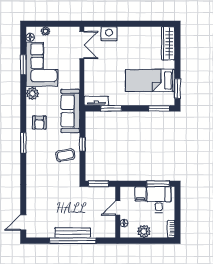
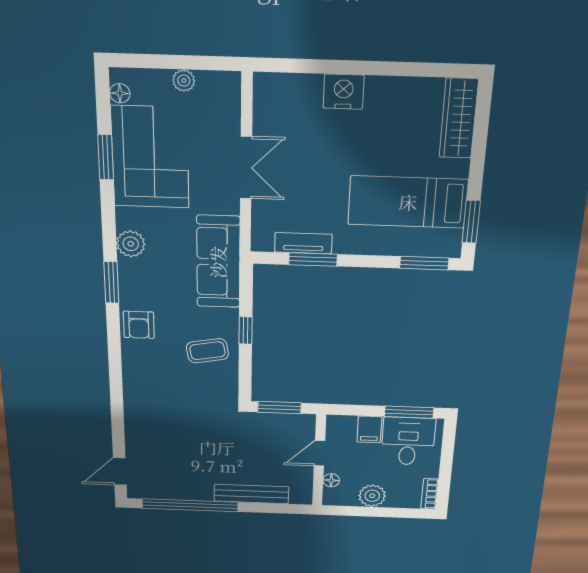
plant: (46, 31) -> (184, 81), moved
nightstand: (109, 34) -> (344, 92), moved
double door: (82, 45) -> (246, 168), moved
plant: (32, 93) -> (131, 244), moved
tv unit: (96, 101) -> (303, 243), moved
armchair: (39, 123) -> (139, 325), moved
window: (23, 143) -> (111, 283), moved
bench: (73, 233) -> (251, 494), moved
window: (73, 241) -> (190, 505), moved

